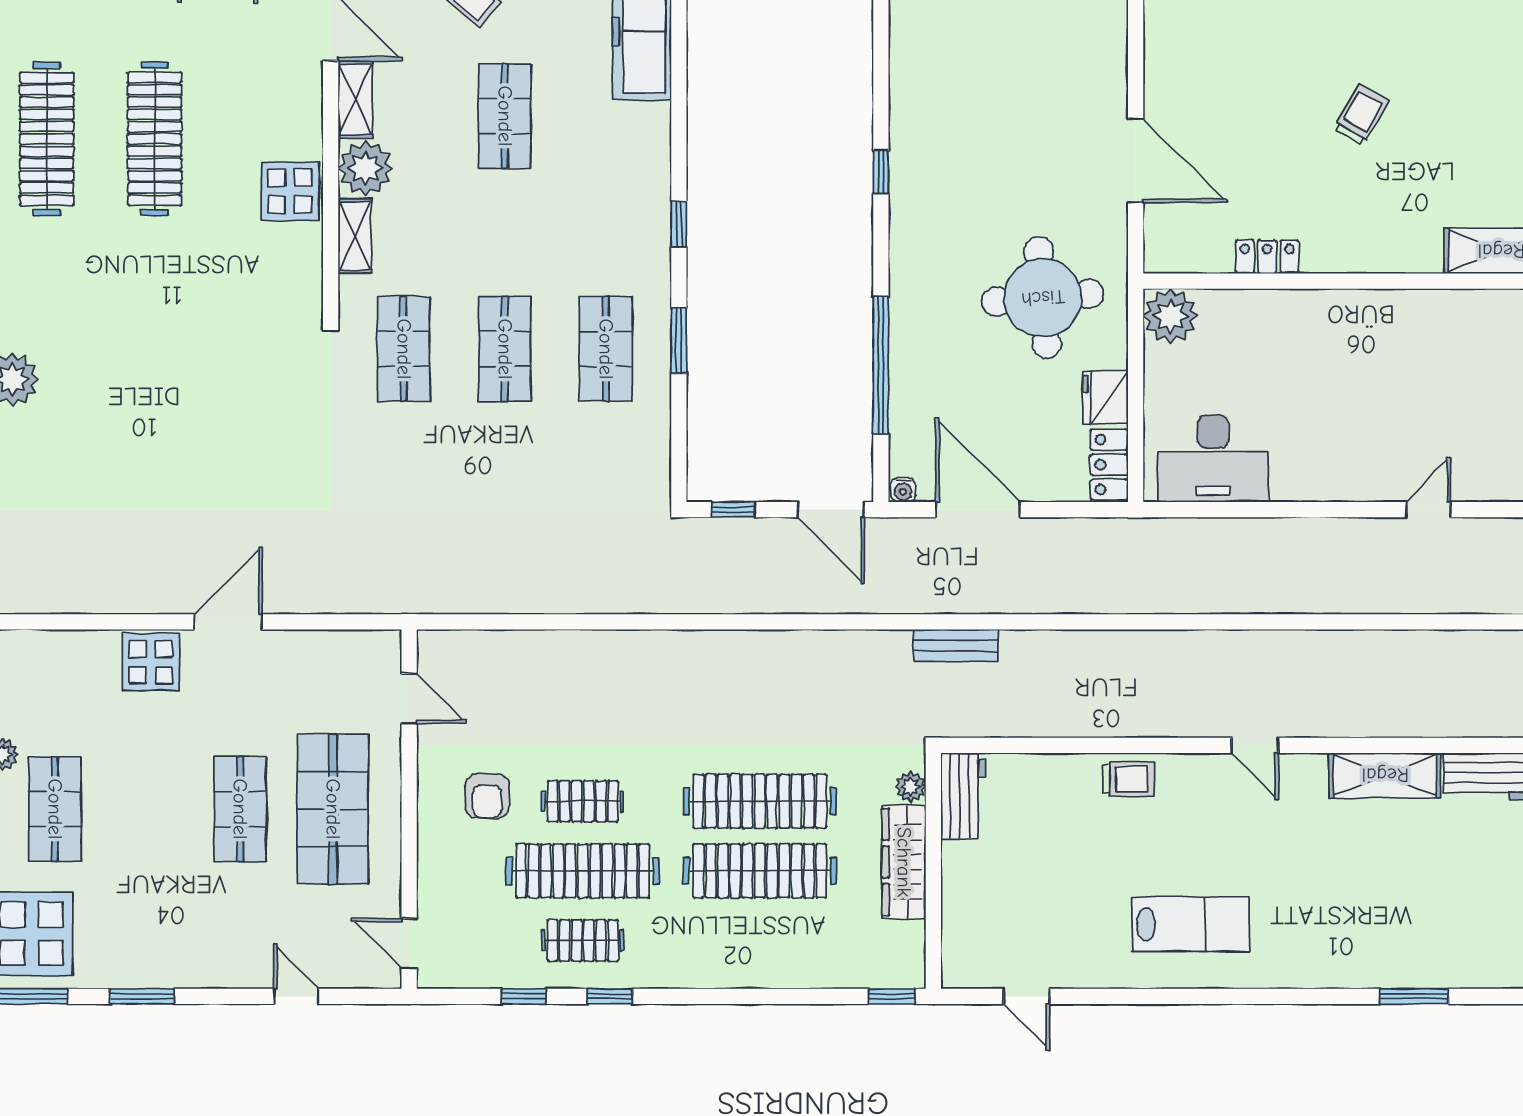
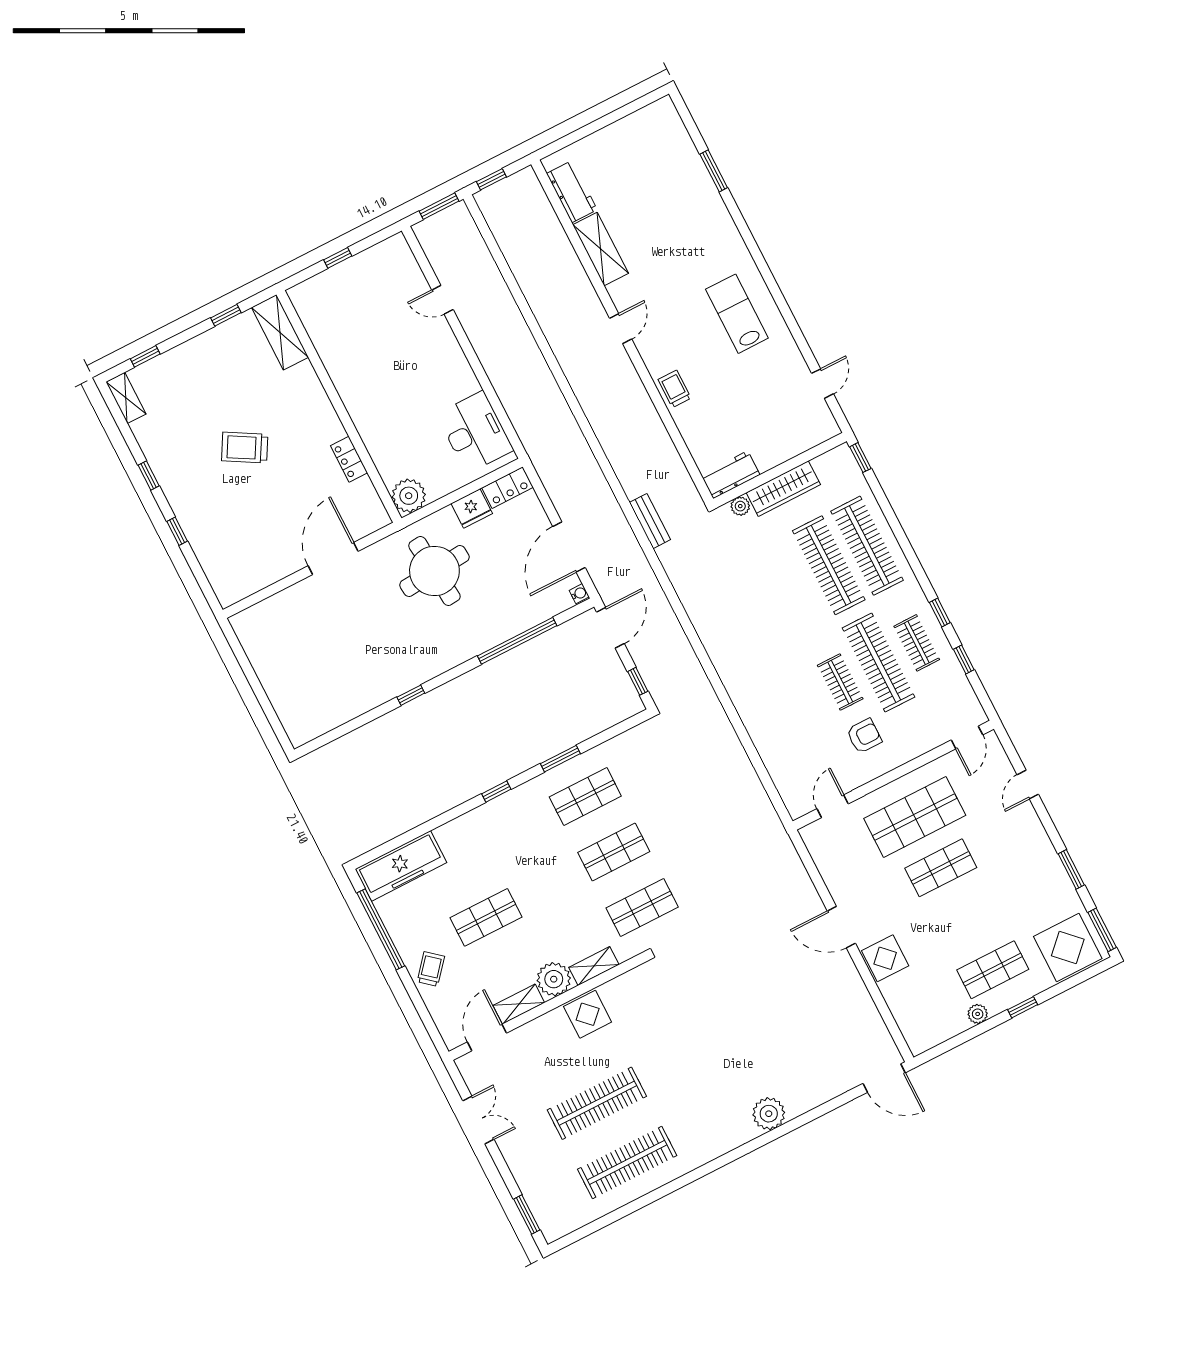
trolley: (1361, 115) -> (245, 448), width x1.36, depth x1.39
clothes rail: (760, 801) -> (867, 546), moved

